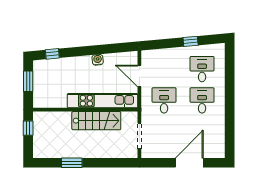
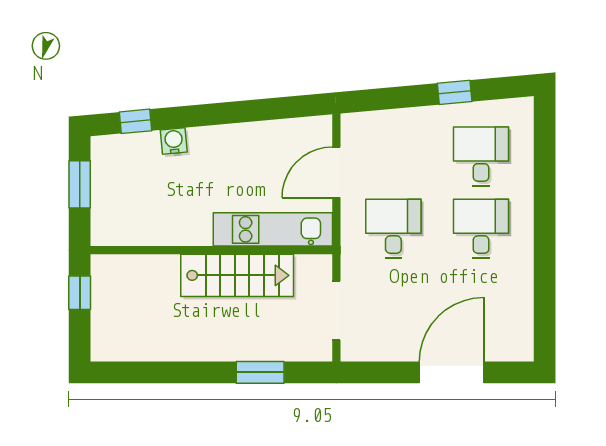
water cooler: (98, 60) -> (174, 141), moved
door: (139, 76) -> (336, 172), hinge flipped
kitchen unit: (102, 101) -> (273, 229), width x0.73
window: (72, 163) -> (260, 372), moved

